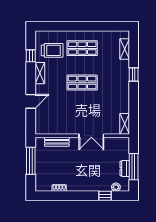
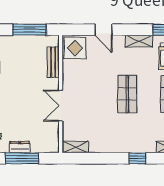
display table: (45, 124) -> (75, 48), added

